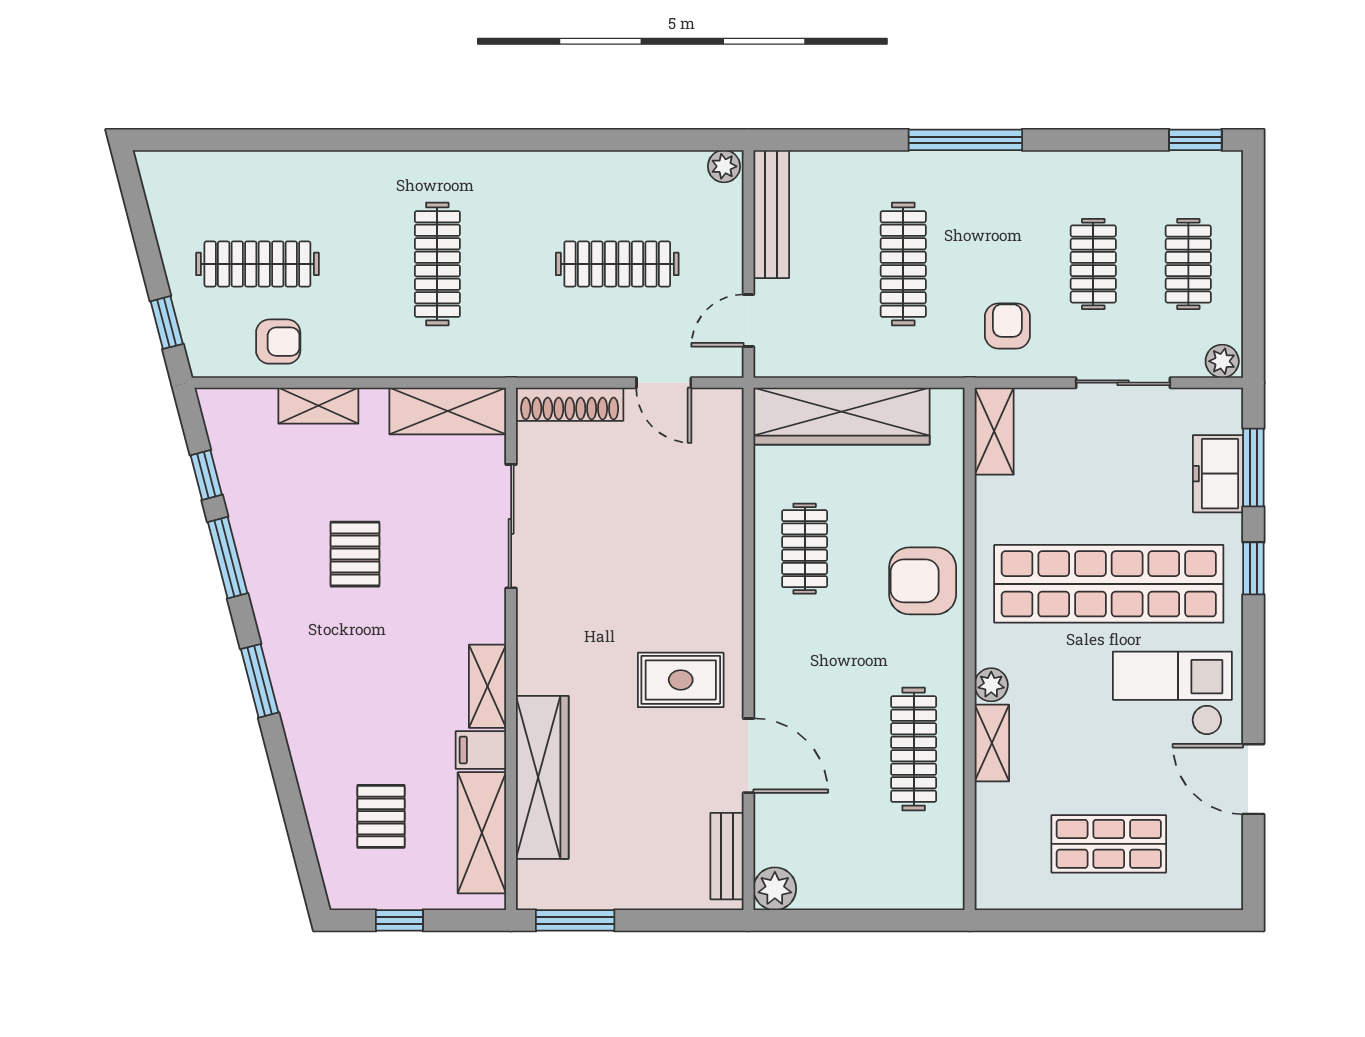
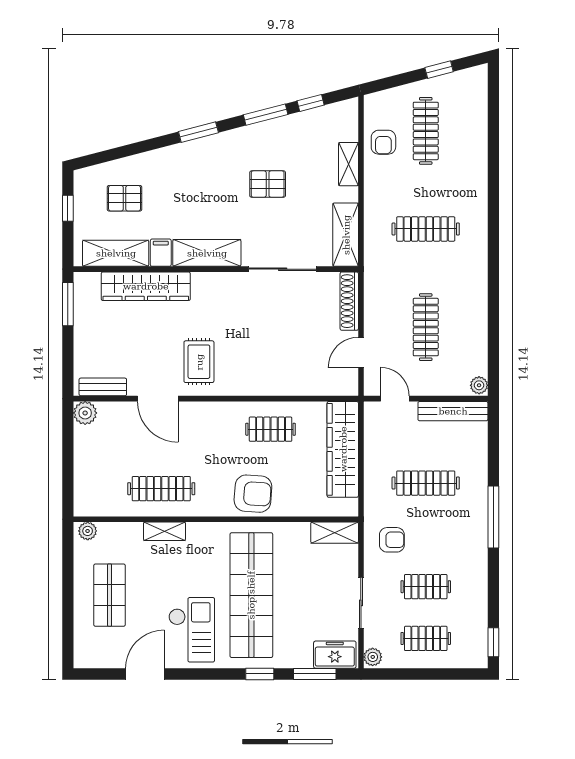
window: (167, 323) -> (439, 70), moved
freezer: (1218, 474) -> (335, 655), moved
armchair: (923, 581) -> (253, 494), turned 94
plant: (991, 685) -> (88, 531), moved
shelving: (487, 686) -> (207, 253), width x1.50, depth x1.33
door: (749, 756) -> (158, 399), hinge flipped

